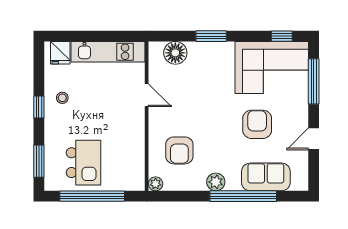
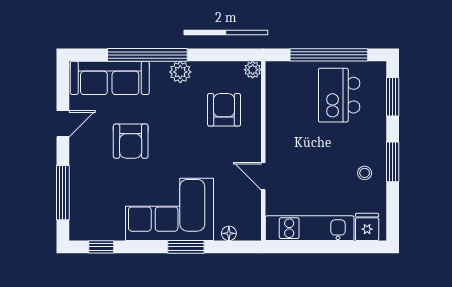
floor lamp: (175, 53) -> (229, 233), width x0.53, depth x0.53
corner sofa: (272, 67) -> (169, 209), moved
window: (39, 107) -> (393, 162), width x1.50
sofa: (266, 177) -> (110, 78), width x1.36

